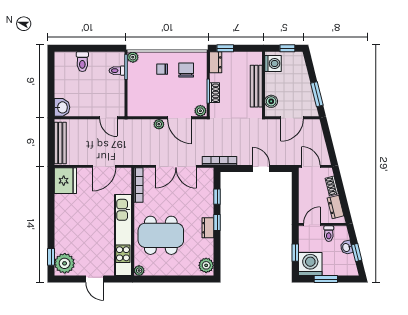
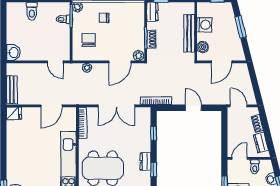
washing machine: (273, 63) -> (204, 25), moved
chair: (186, 70) -> (89, 40), moved
window: (317, 94) -> (241, 27), moved
door: (180, 118) -> (120, 62), hinge flipped
plant: (159, 124) -> (87, 68), moved
bench: (60, 143) -> (12, 90), width x0.73
fridge: (65, 181) -> (14, 113), width x0.53, depth x0.75
window: (217, 223) -> (154, 170), moved

